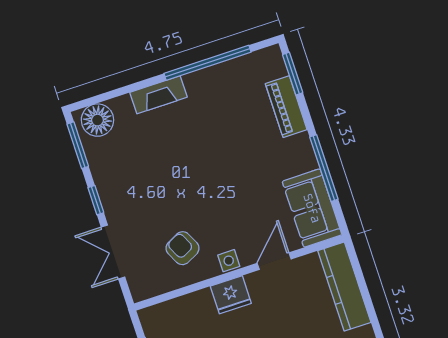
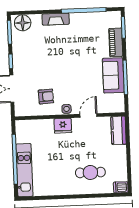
sofa: (312, 208) -> (113, 75), moved
armchair: (183, 248) -> (46, 96), turned 113
kitchen counter: (344, 287) -> (118, 130), width x0.67

